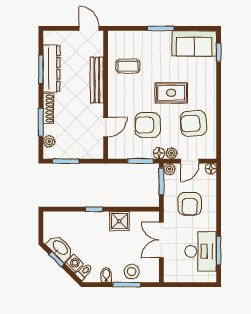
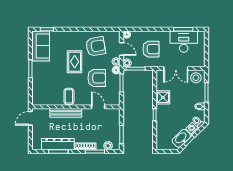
coffee table: (128, 66) -> (69, 96), moved
armchair: (194, 123) -> (96, 46), turned -95
armchair: (148, 125) -> (97, 78), turned -90
stool: (132, 272) -> (196, 78), moved

